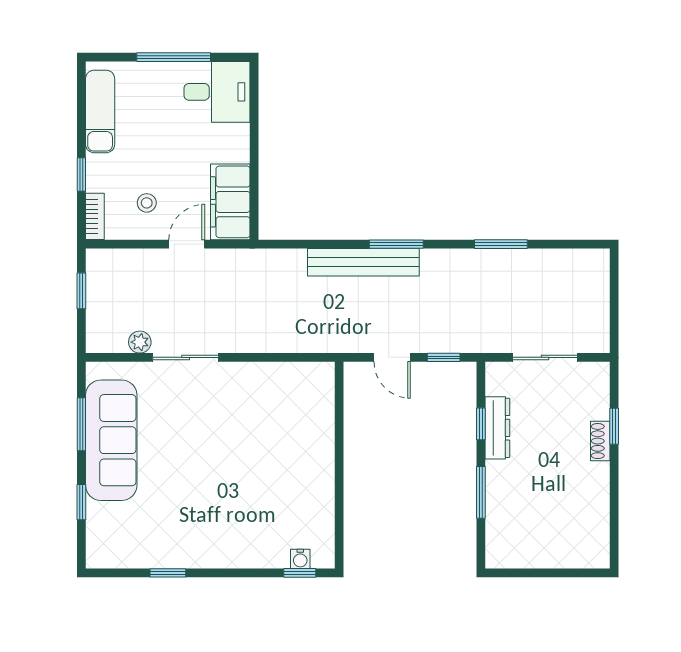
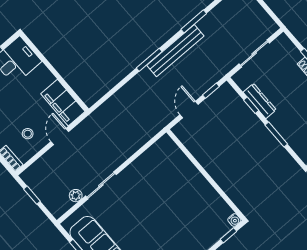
bench: (363, 262) -> (175, 51), moved
door: (392, 357) -> (189, 110), swing flipped
water cooler: (300, 559) -> (234, 220), moved

